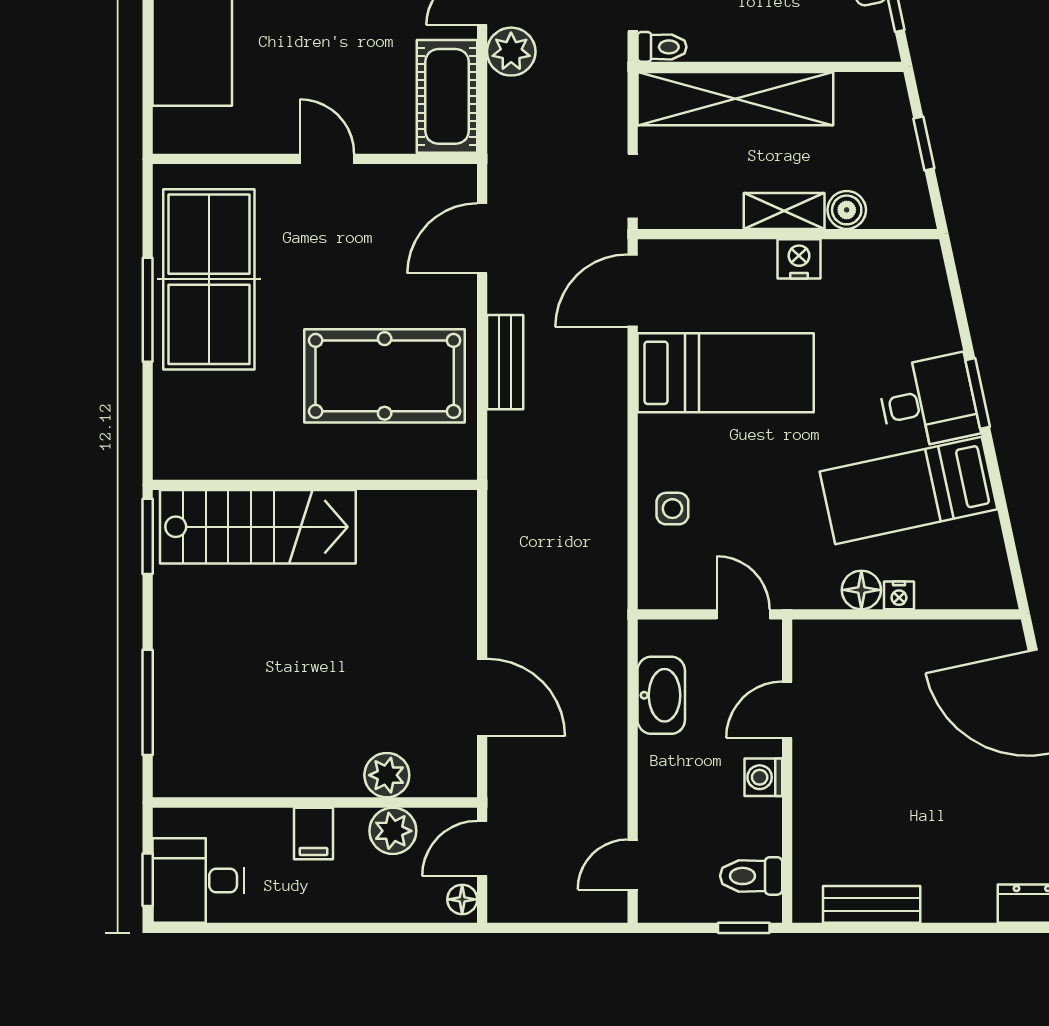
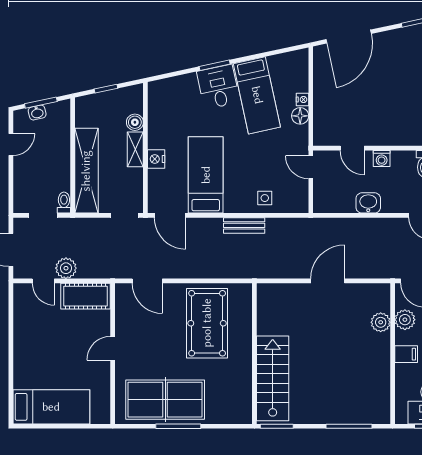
nightstand: (799, 259) -> (156, 159), moved
bench: (505, 362) -> (244, 225), moved
door: (743, 614) -> (311, 167), hinge flipped
washbasin: (661, 695) -> (368, 203), moved, width x0.72
door: (482, 698) -> (328, 281), moved

